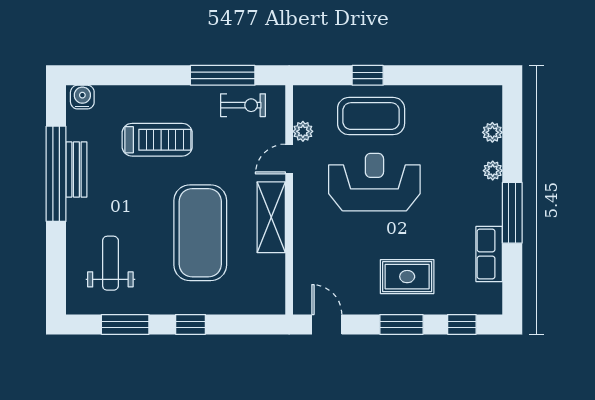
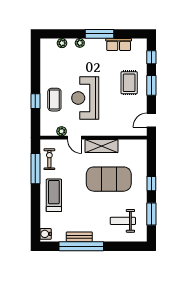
coffee table: (371, 116) -> (54, 100), width x0.73, depth x0.76
treadmill: (157, 140) -> (54, 195), moved

